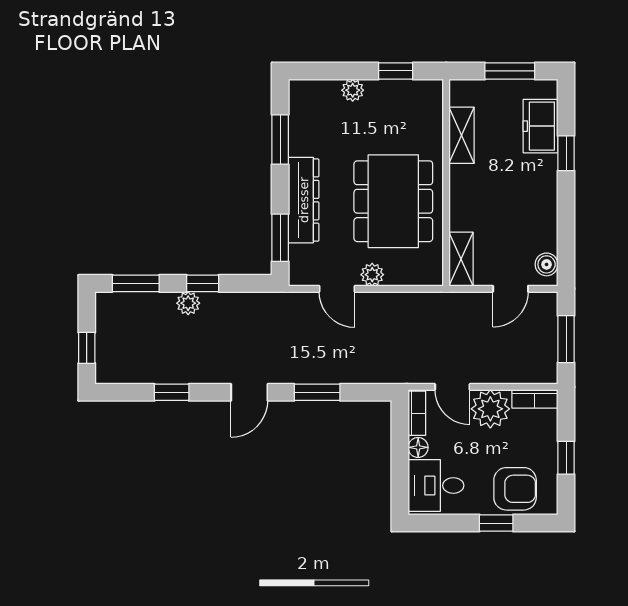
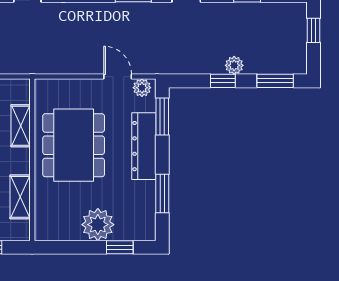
window: (396, 71) -> (120, 247), moved
plant: (353, 90) -> (98, 225), width x1.87, depth x1.87
shelving: (461, 259) -> (21, 126), moved
plant: (372, 275) -> (142, 88), moved

